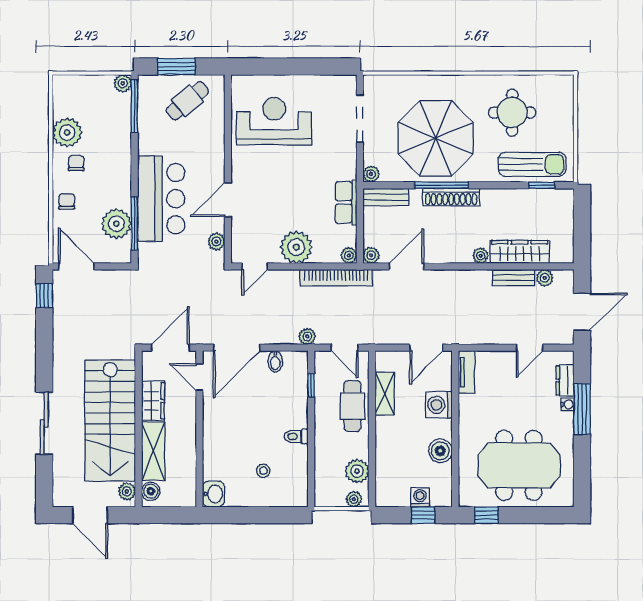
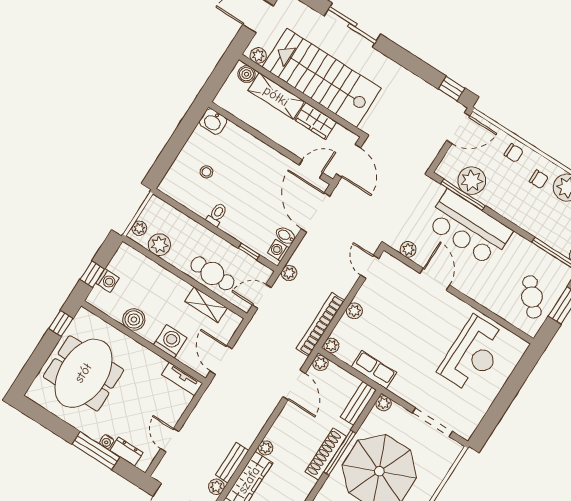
plant: (296, 247) -> (354, 311), width x0.53, depth x0.53
washing machine: (293, 359) -> (278, 250), added

